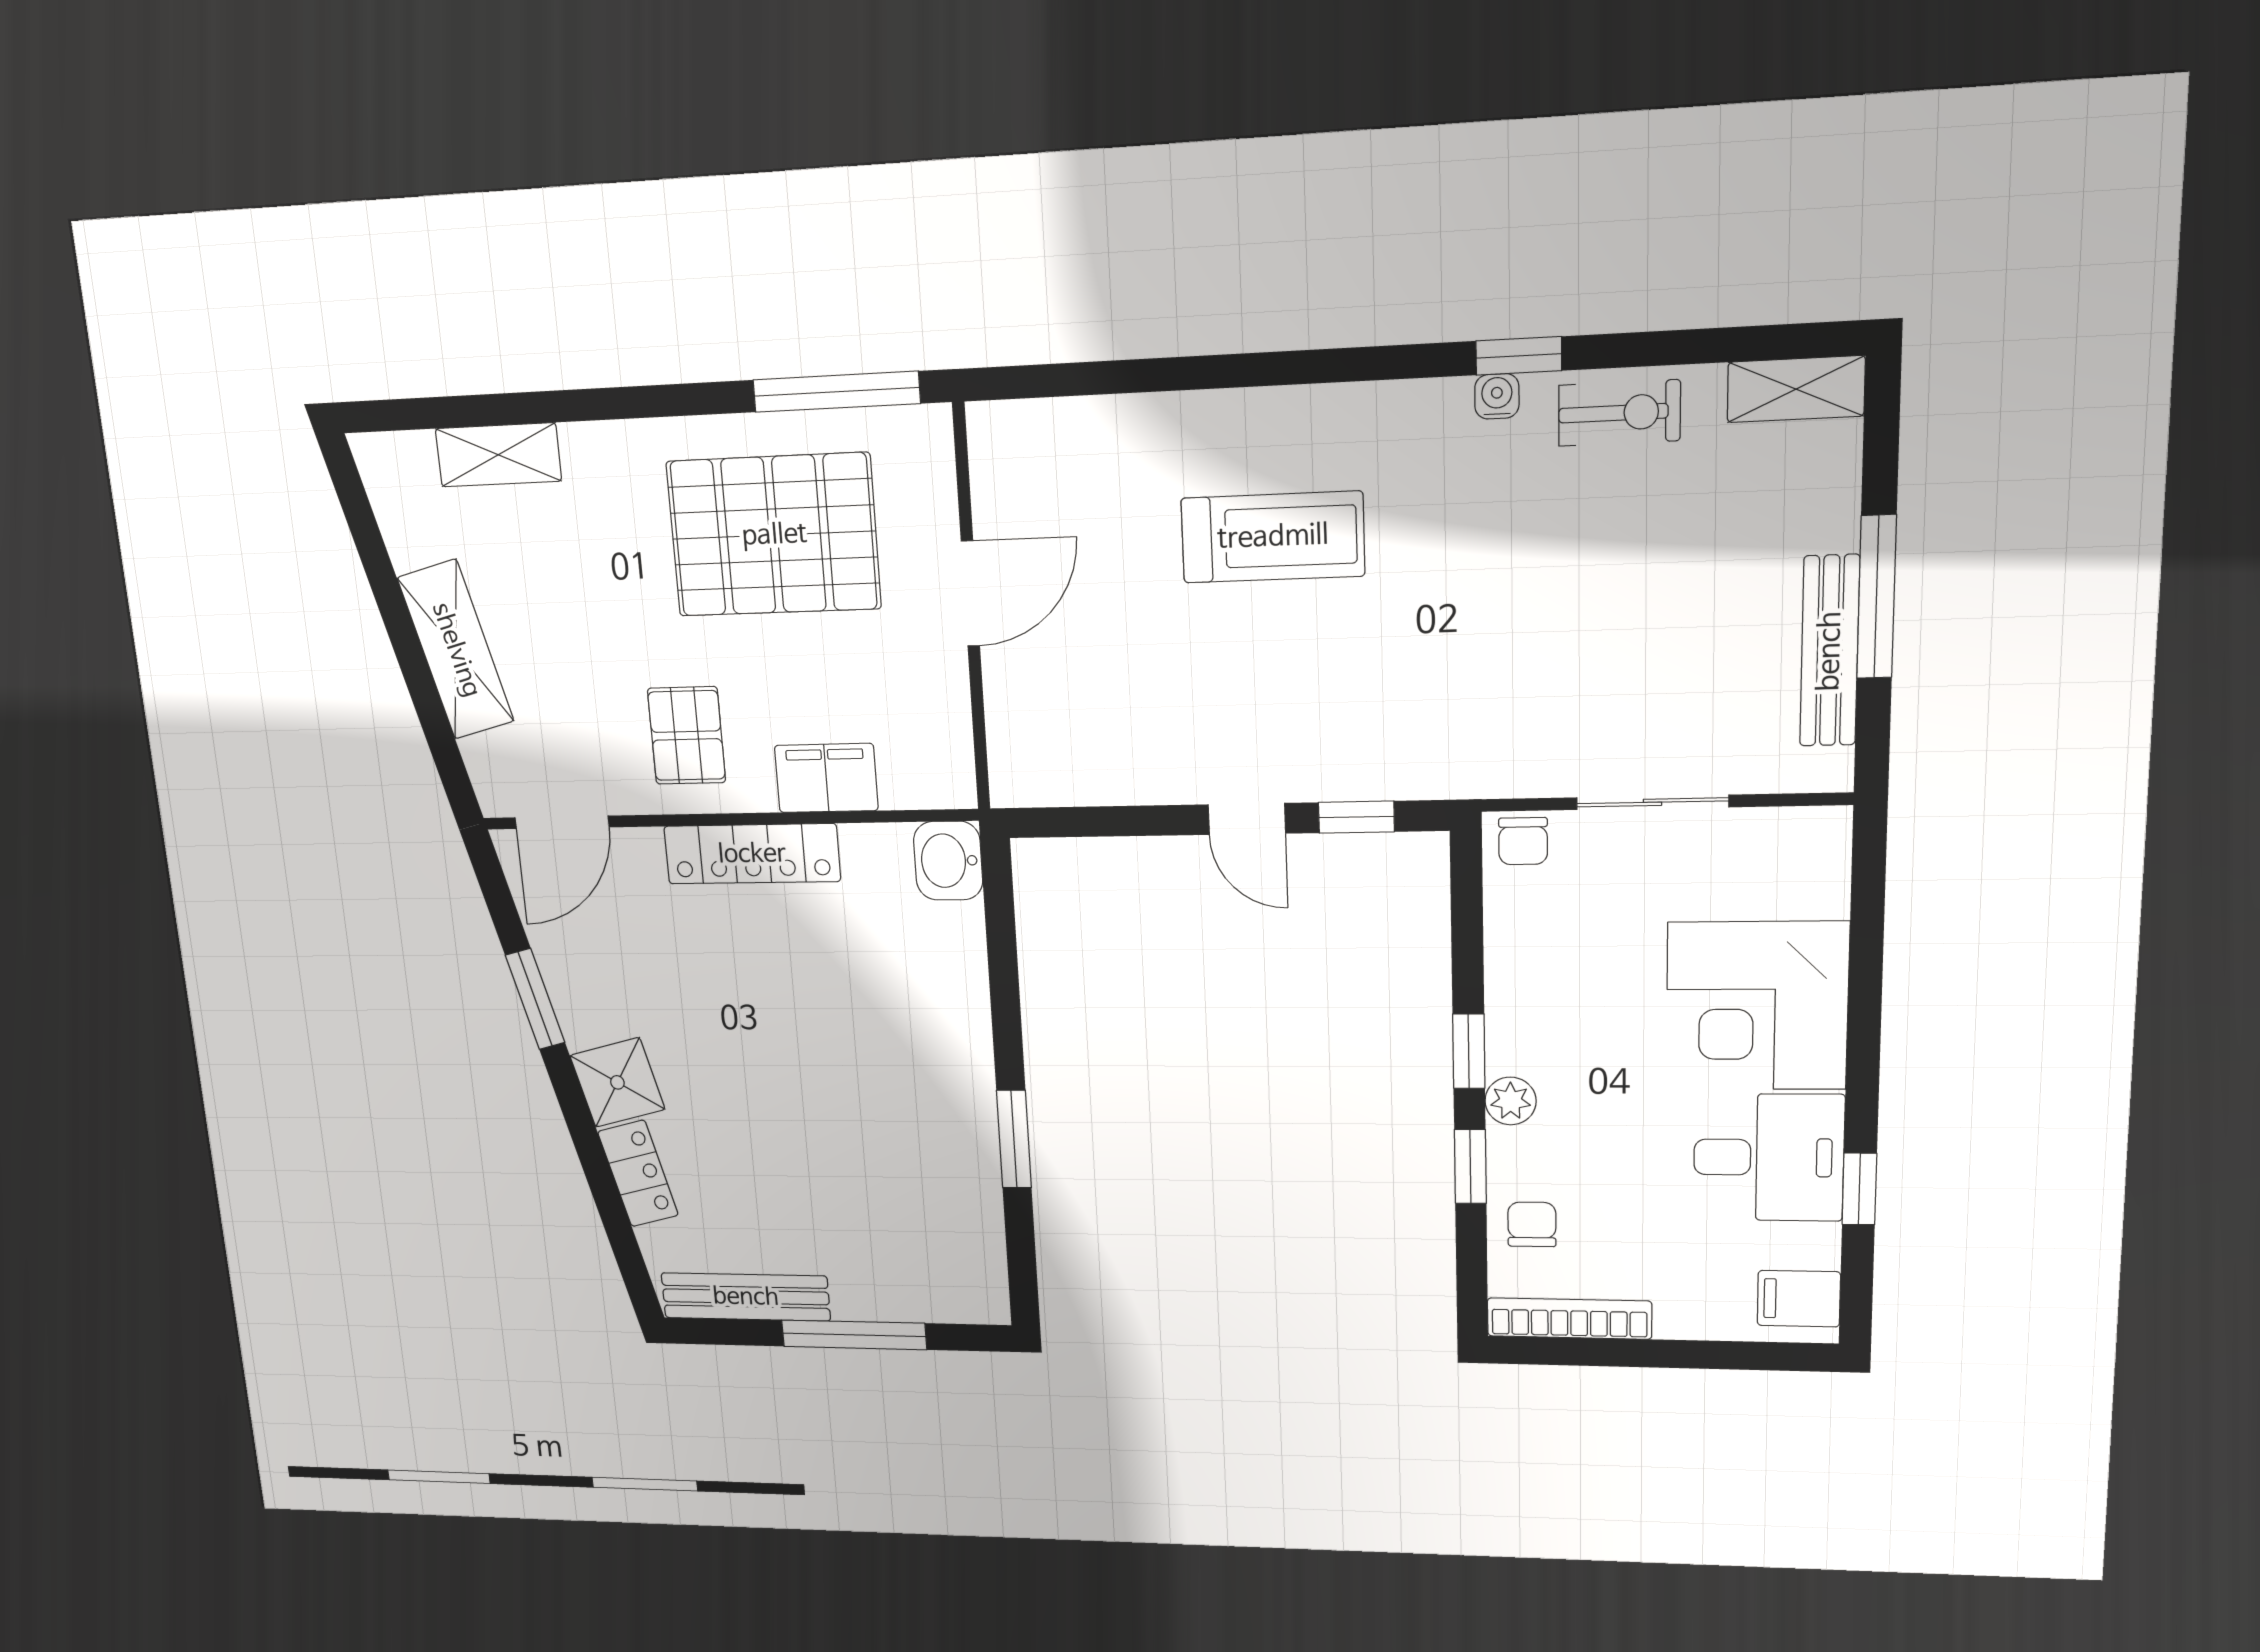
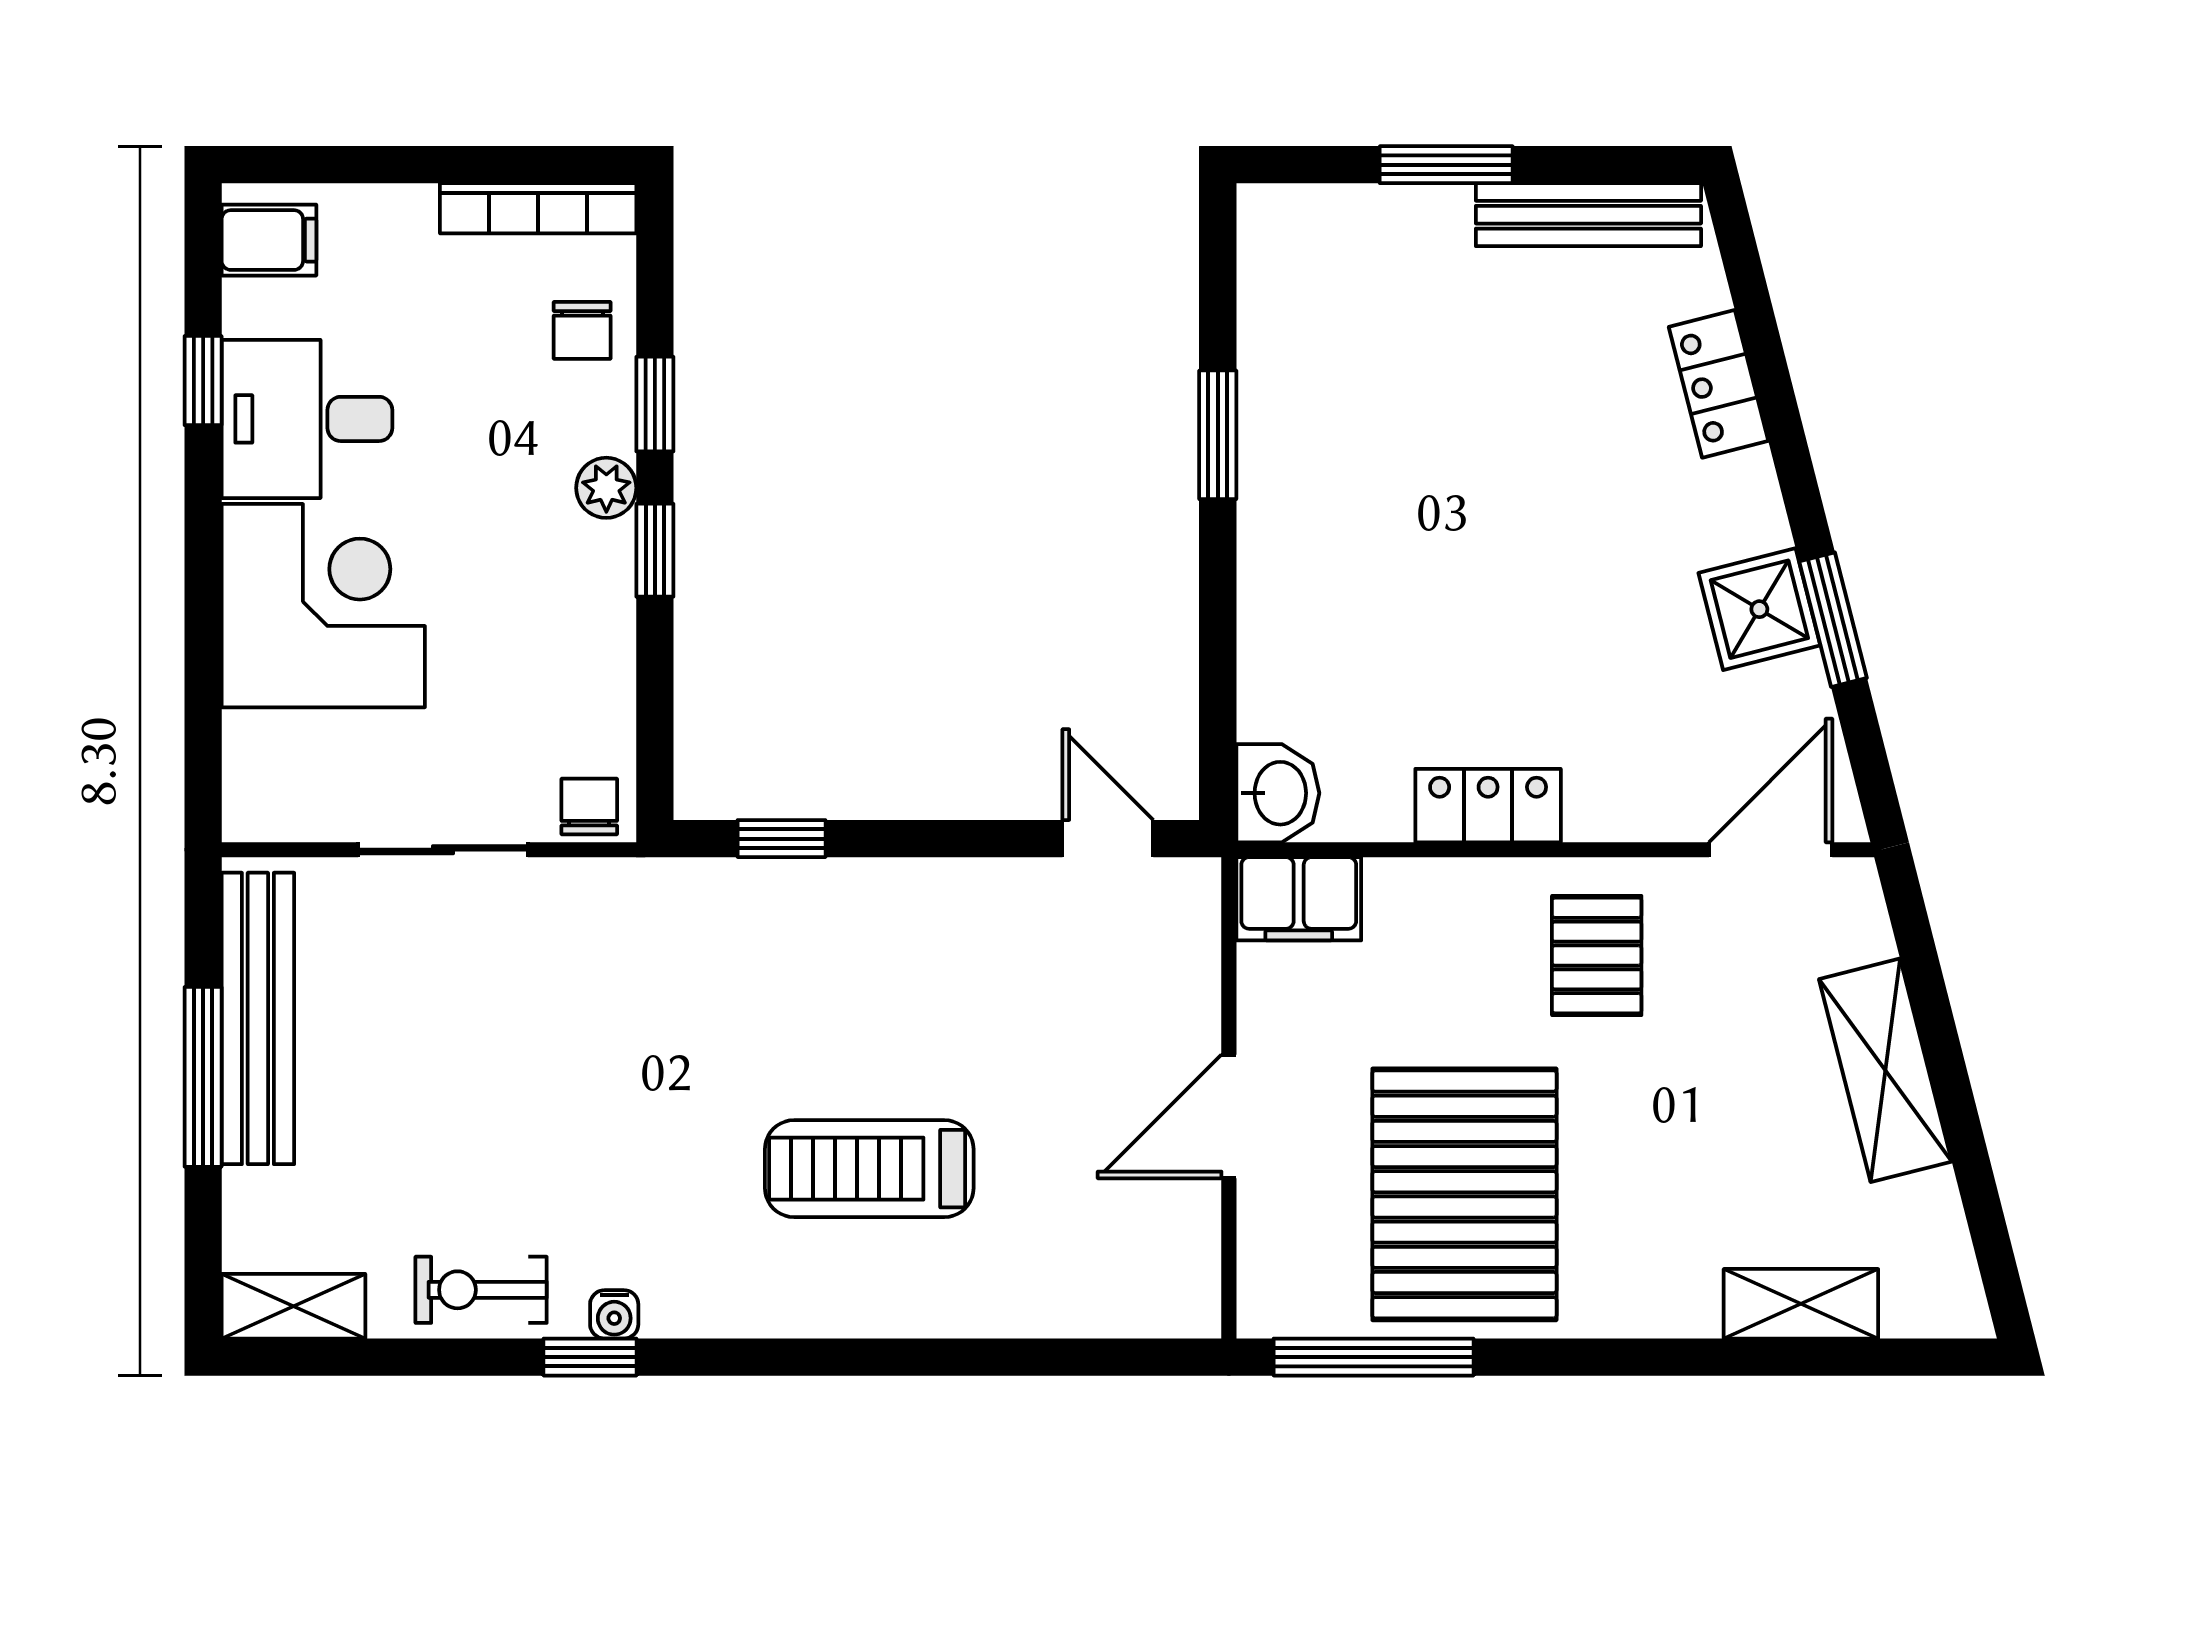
pallet: (774, 535) -> (1464, 1194), turned 90
bench: (1830, 651) -> (258, 1018), width x1.37, depth x1.21
filing cabinet: (826, 778) -> (1299, 899), moved
door: (1247, 819) -> (1108, 839), moved
locker: (752, 854) -> (1488, 806), width x0.66
shower: (617, 1082) -> (1759, 609), moved
window: (854, 1335) -> (1446, 165), width x0.69

